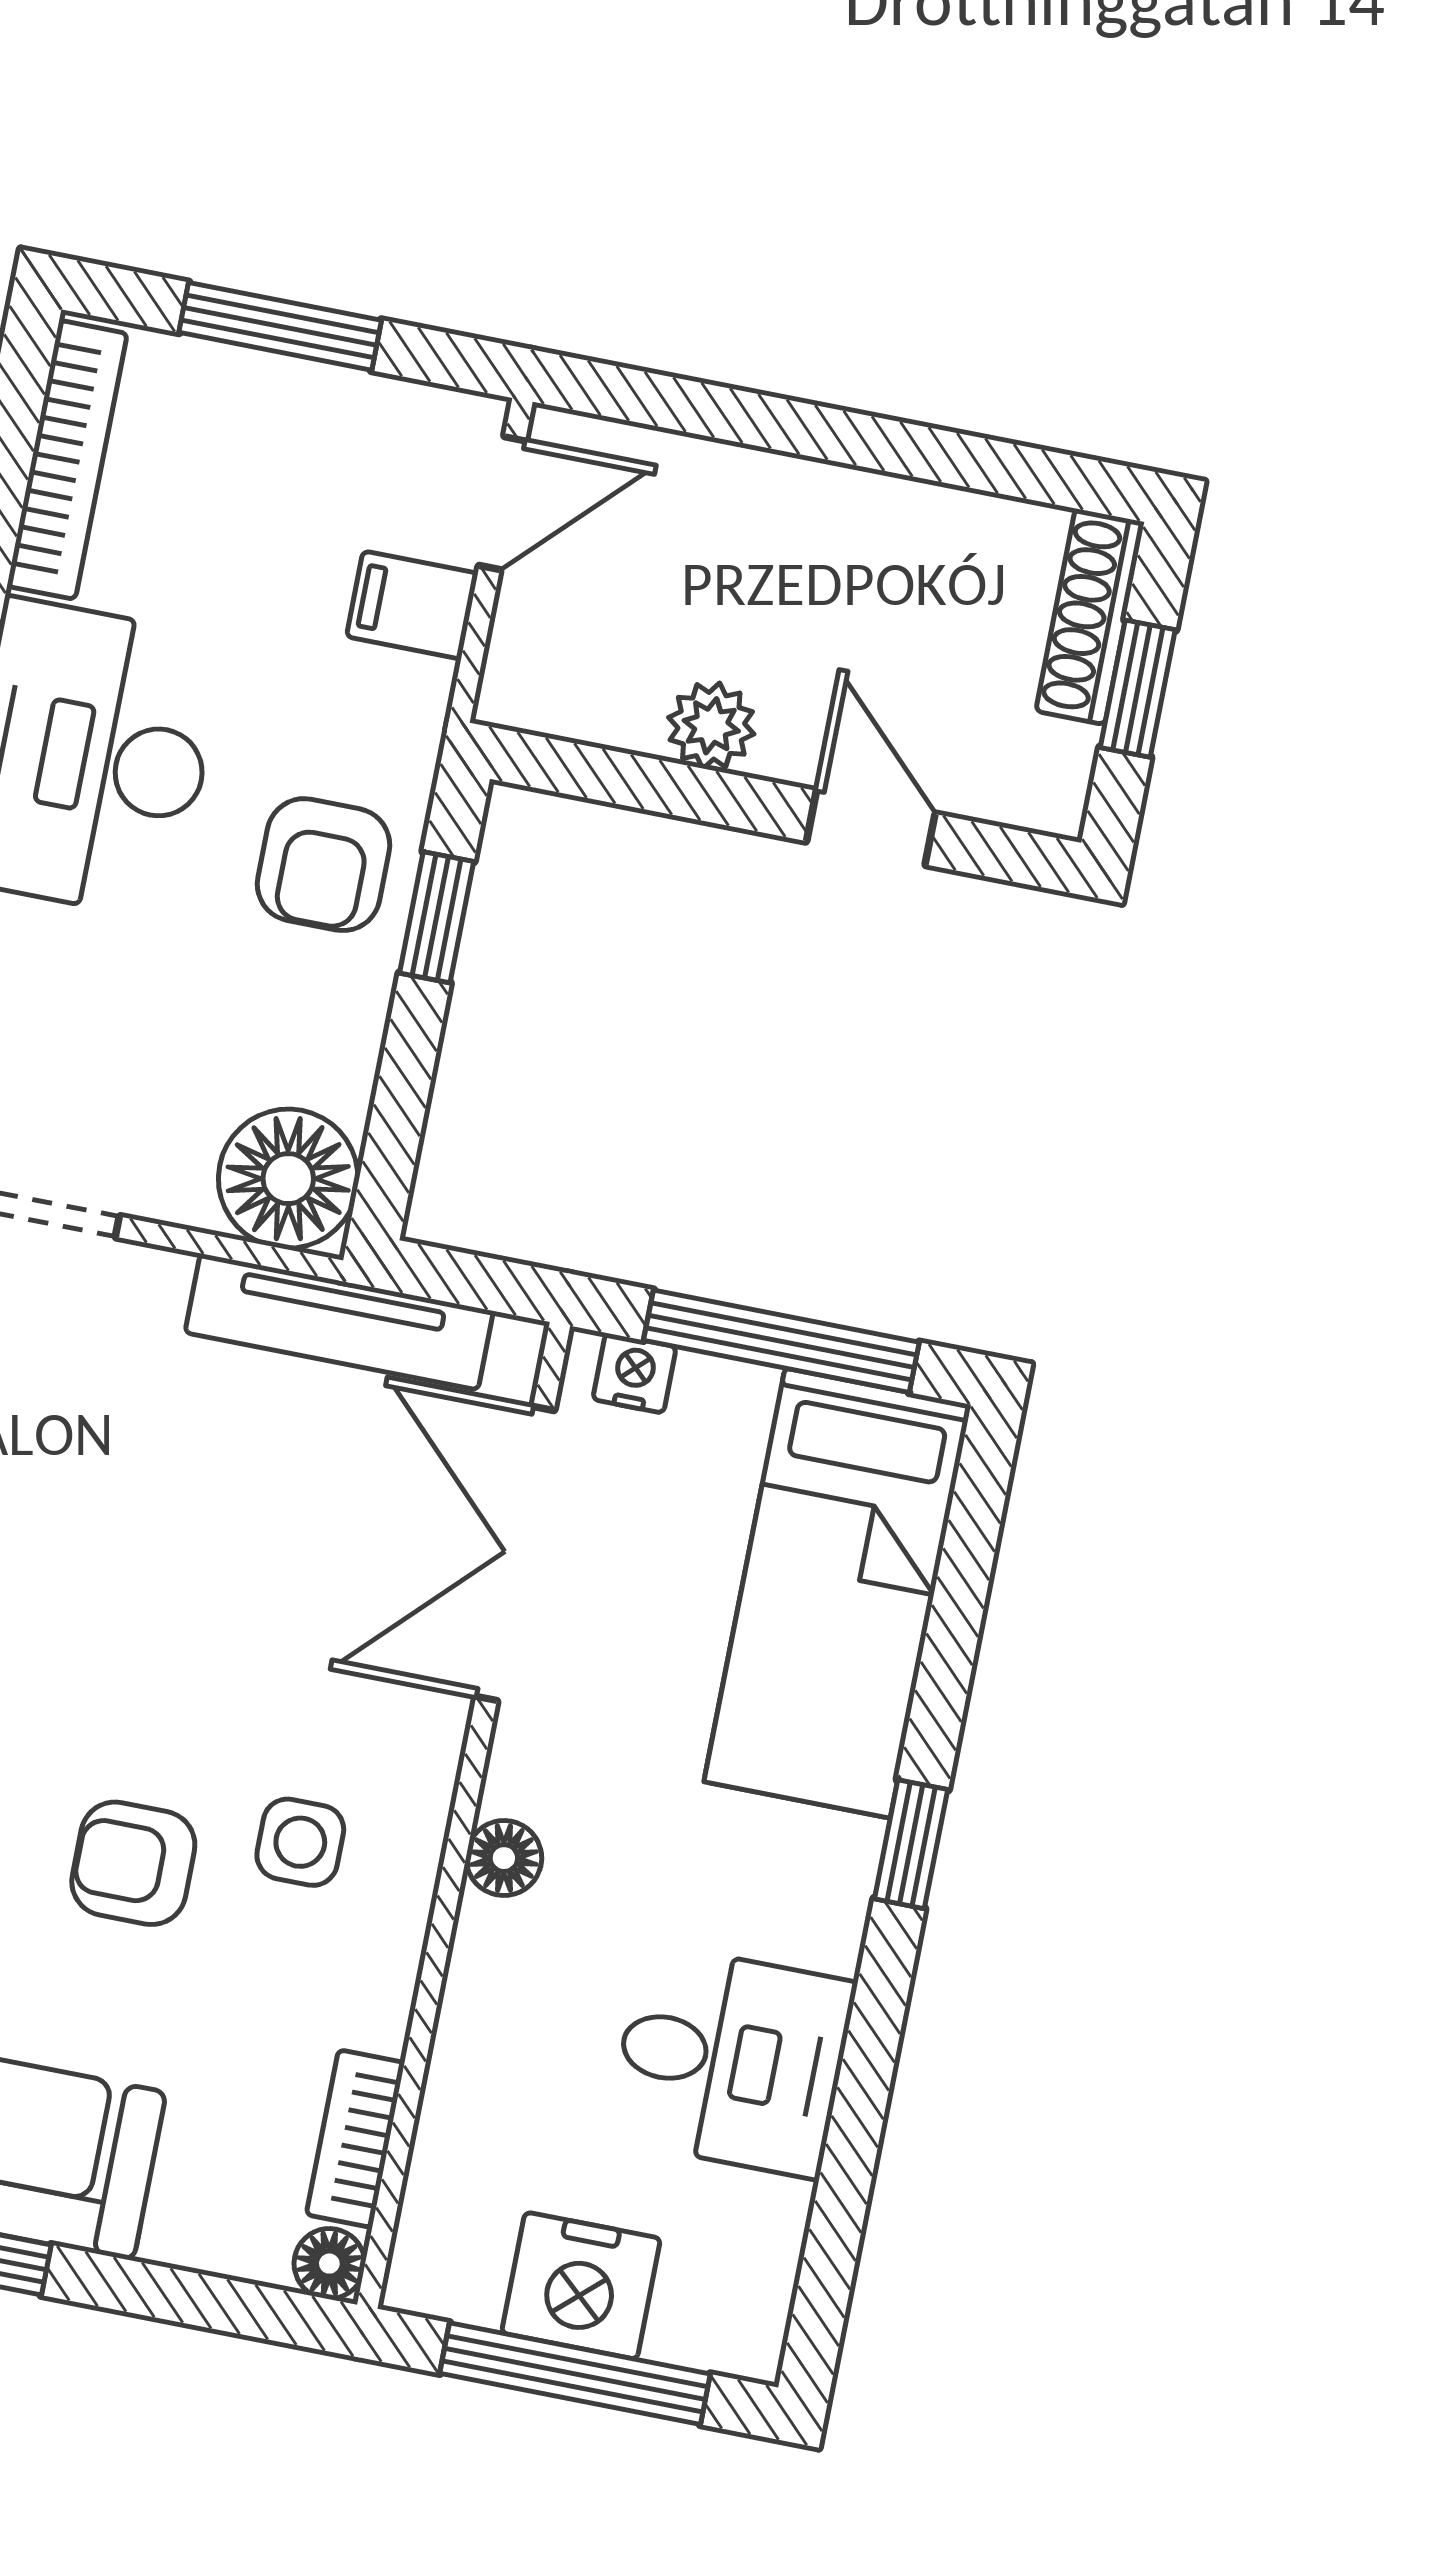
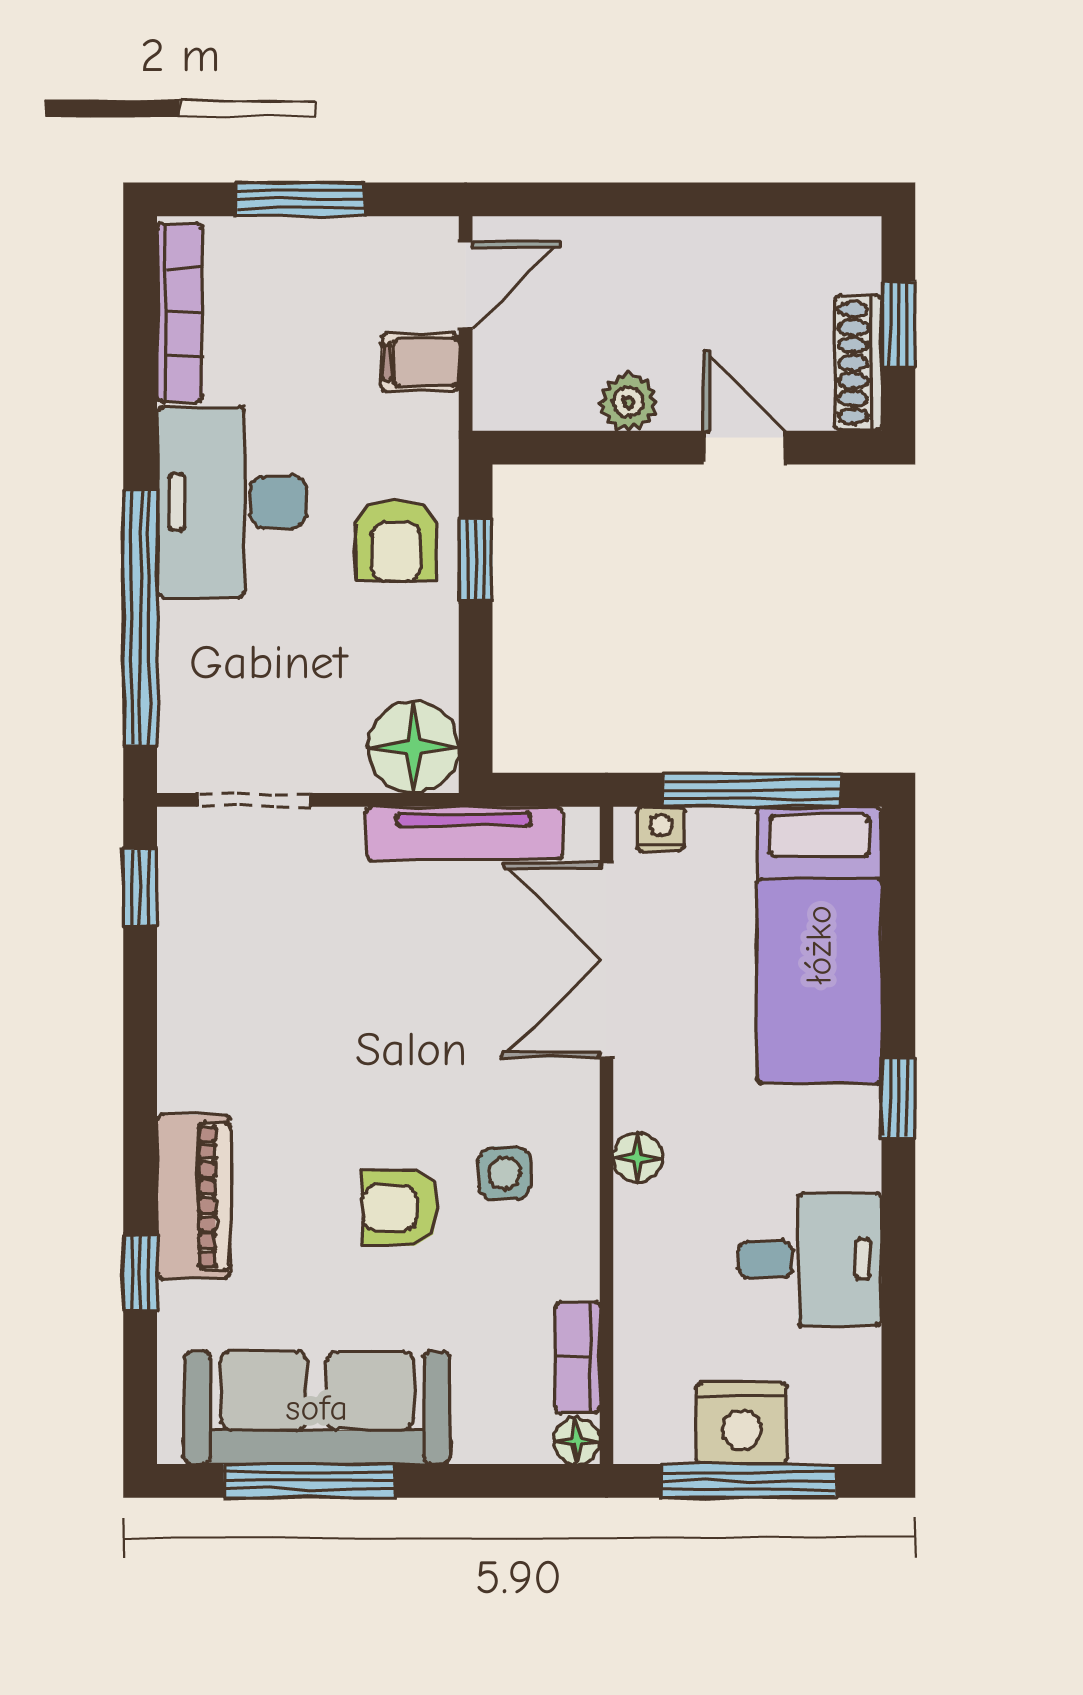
shoe rack: (1090, 617) -> (859, 363), moved

